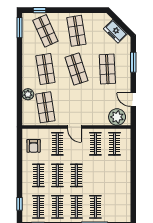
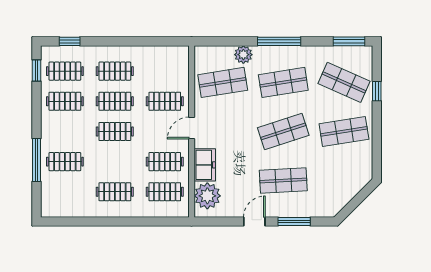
window: (40, 10) -> (377, 91), moved
shop shelf: (45, 31) -> (344, 82), turned 48
freezer: (115, 31) -> (205, 165), moved, turned 135
window: (20, 72) -> (279, 41), added
door: (133, 100) -> (254, 222), moved
armchair: (34, 146) -> (162, 64), removed
clothes rail: (76, 207) -> (115, 192), moved

